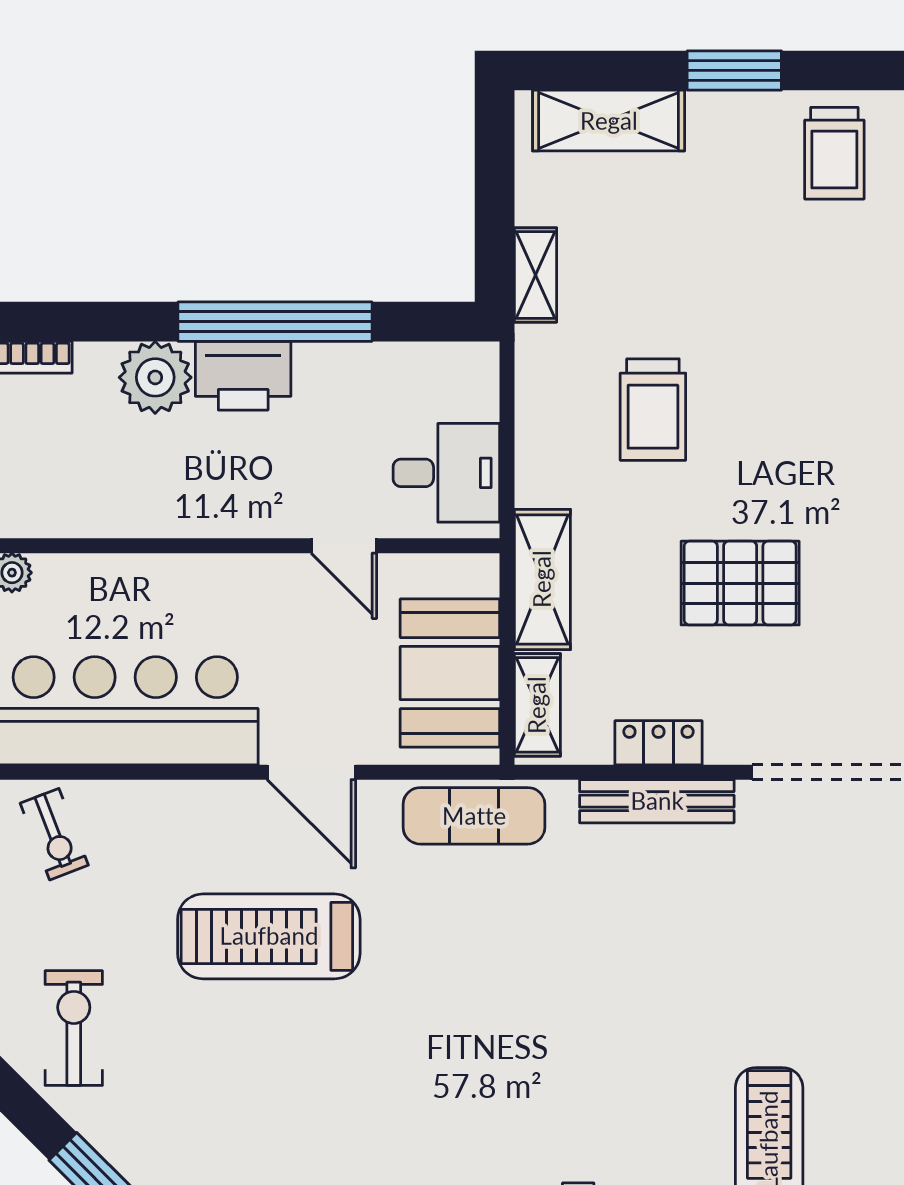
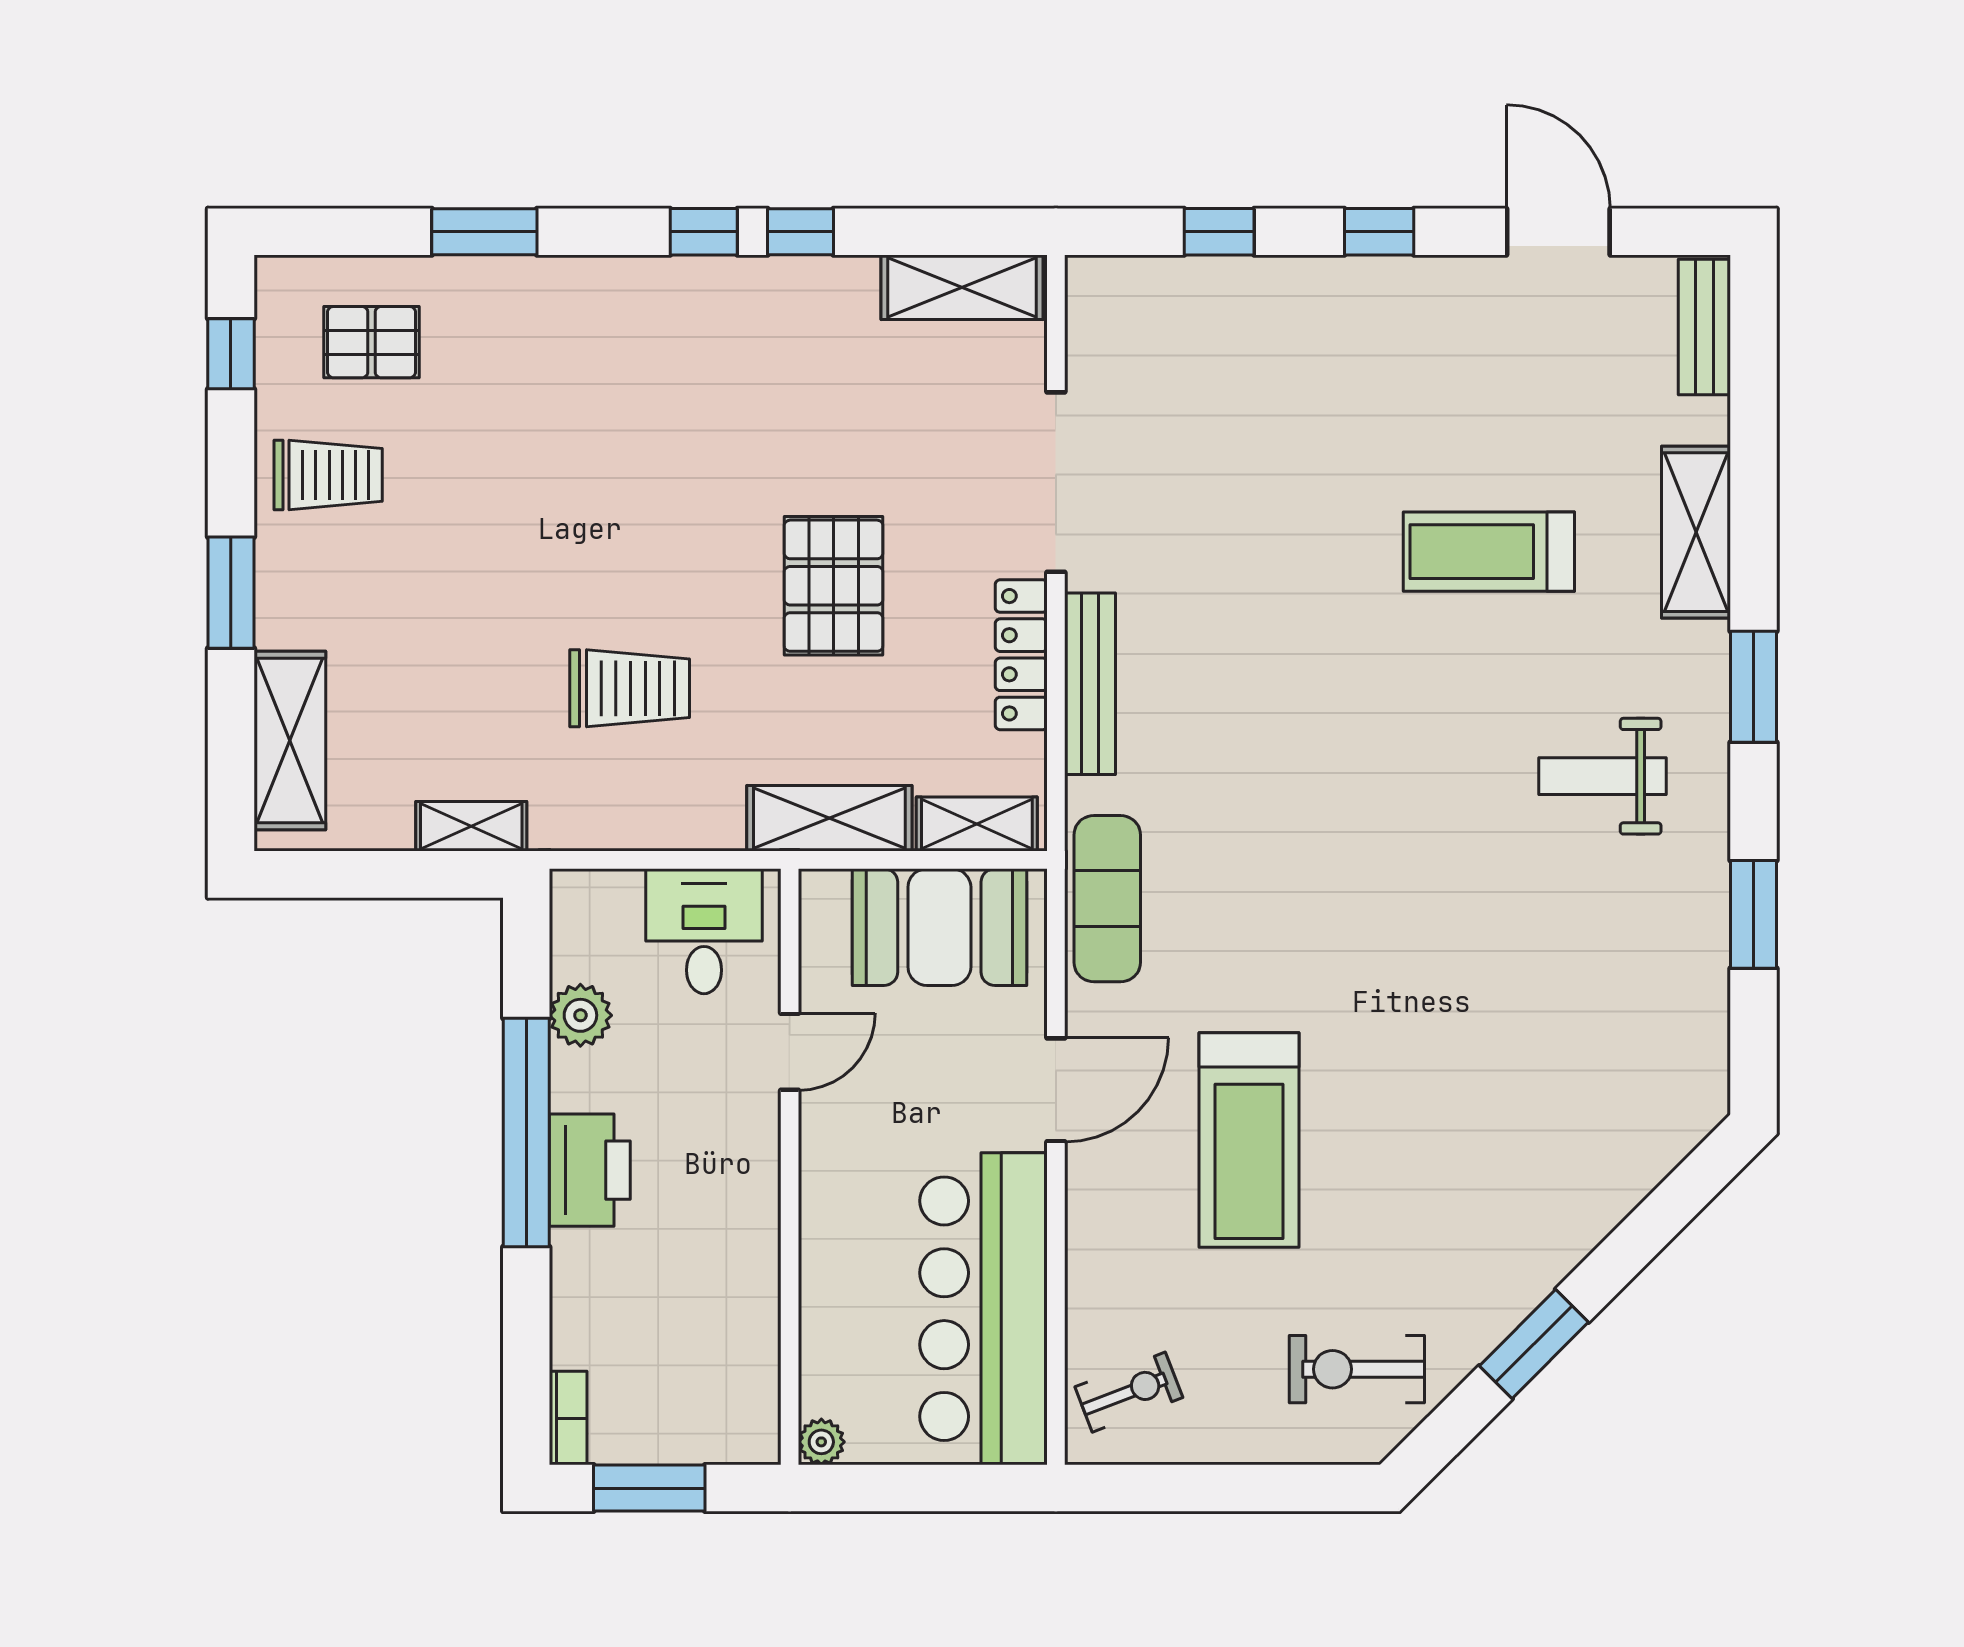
plant: (155, 377) -> (580, 1015), moved, width x0.73, depth x0.73
locker: (659, 743) -> (1021, 655), width x1.53

